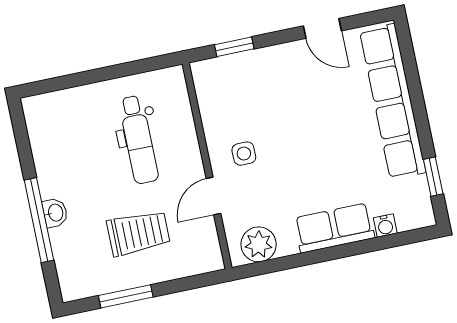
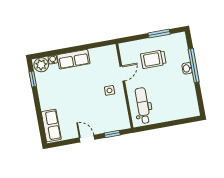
door: (322, 28) -> (87, 139), moved
row of seats: (393, 102) -> (51, 125), width x0.50
dental chair: (139, 140) -> (143, 106), moved
plant: (259, 244) -> (41, 65), moved

